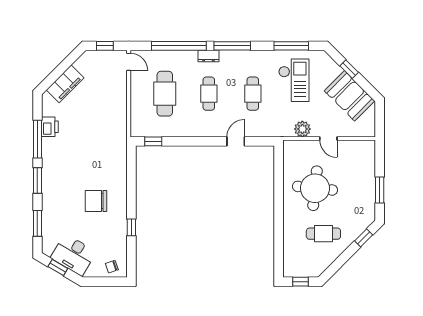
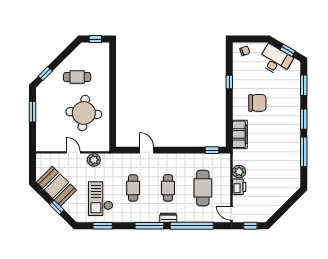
window: (291, 46) -> (103, 226), width x0.69
filing cabinet: (65, 84) -> (240, 134), moved, turned 135
plant: (119, 114) -> (239, 172), added
printer: (50, 127) -> (239, 187), moved, turned 180
door: (236, 141) -> (147, 150), swing flipped

